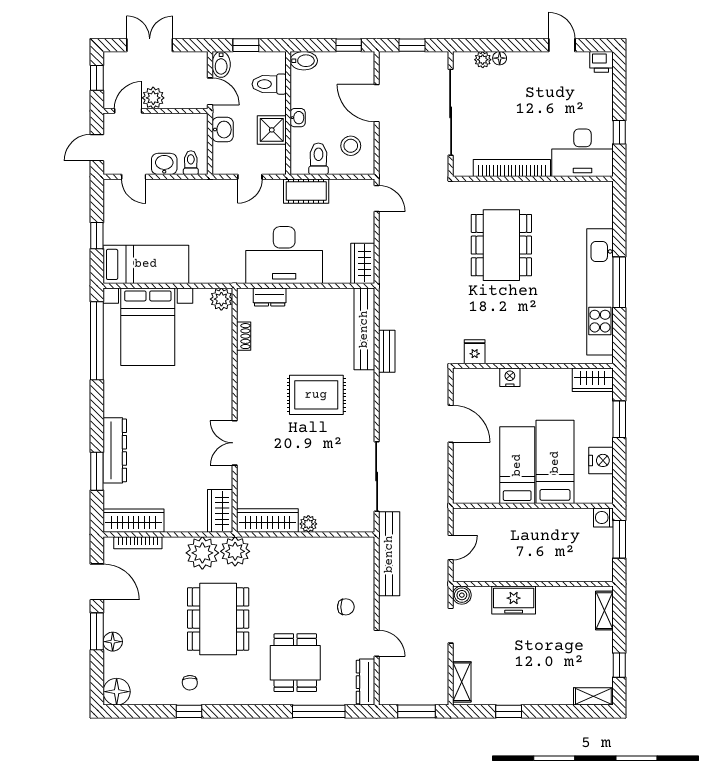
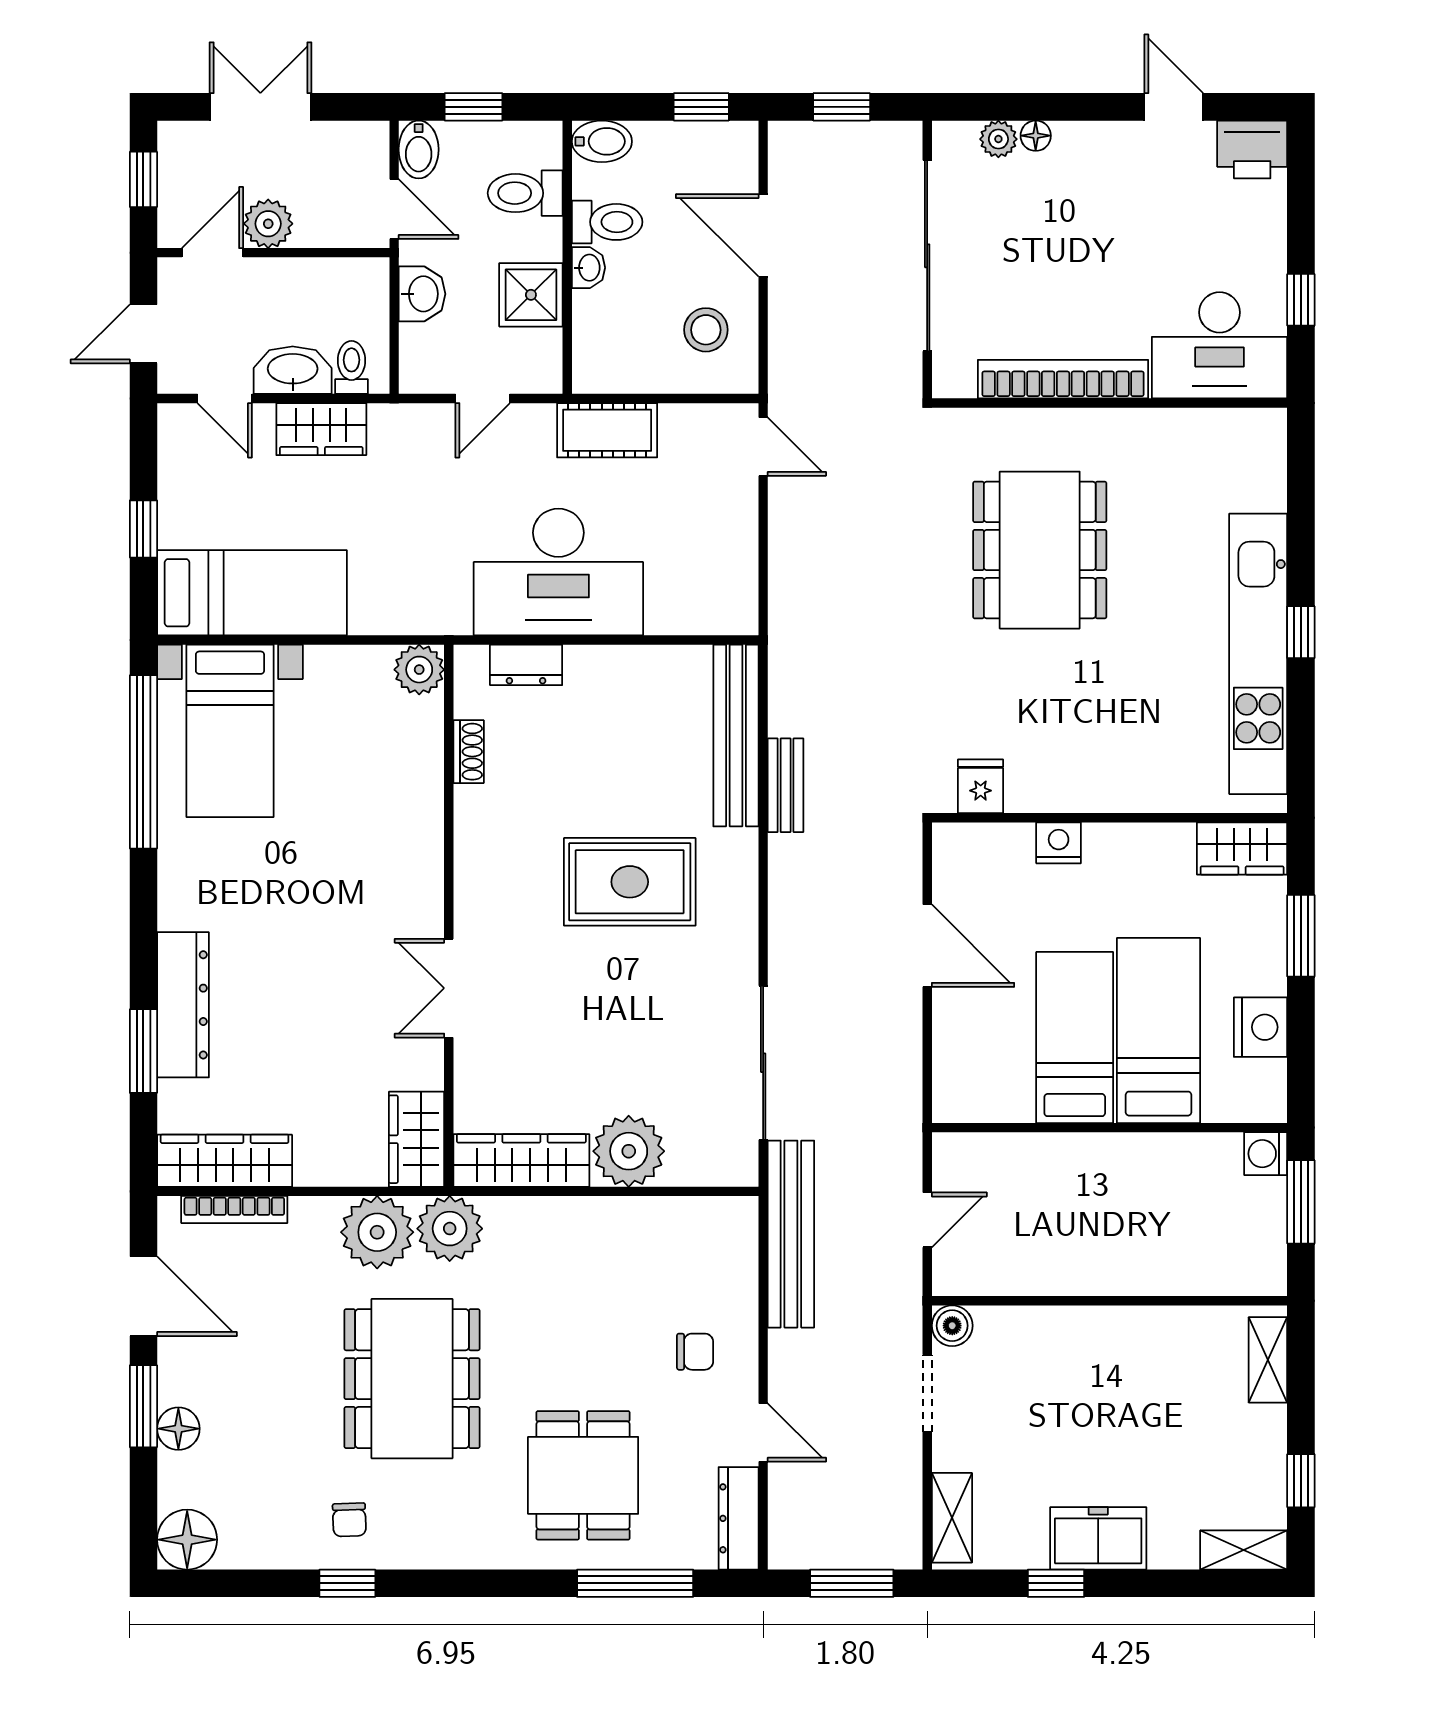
printer: (601, 62) -> (1252, 149), width x1.36, depth x1.24
toilet: (318, 159) -> (607, 222), moved, turned 90
washbasin: (164, 164) -> (293, 370), width x1.38
wardrobe: (363, 263) -> (321, 429), moved, turned -90
window: (619, 282) -> (1301, 632), width x0.46
bed with nightstands: (148, 327) -> (230, 731), width x0.73
plant: (308, 524) -> (629, 1151), width x1.88, depth x1.88
freezer: (514, 600) -> (1098, 1538), moved, turned 180

